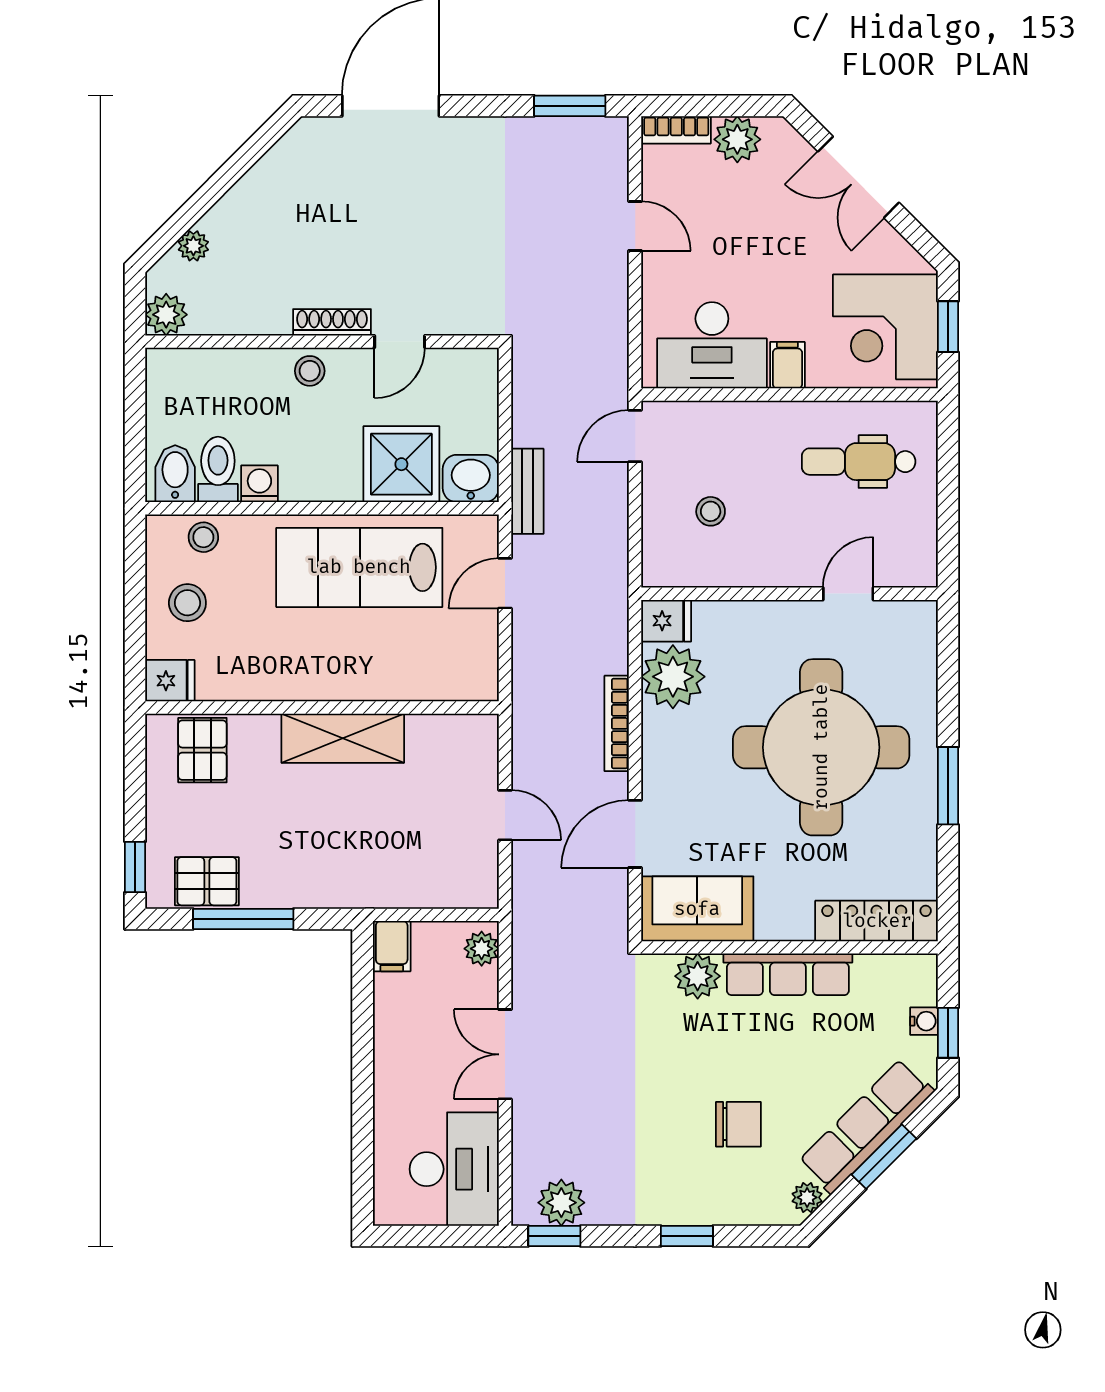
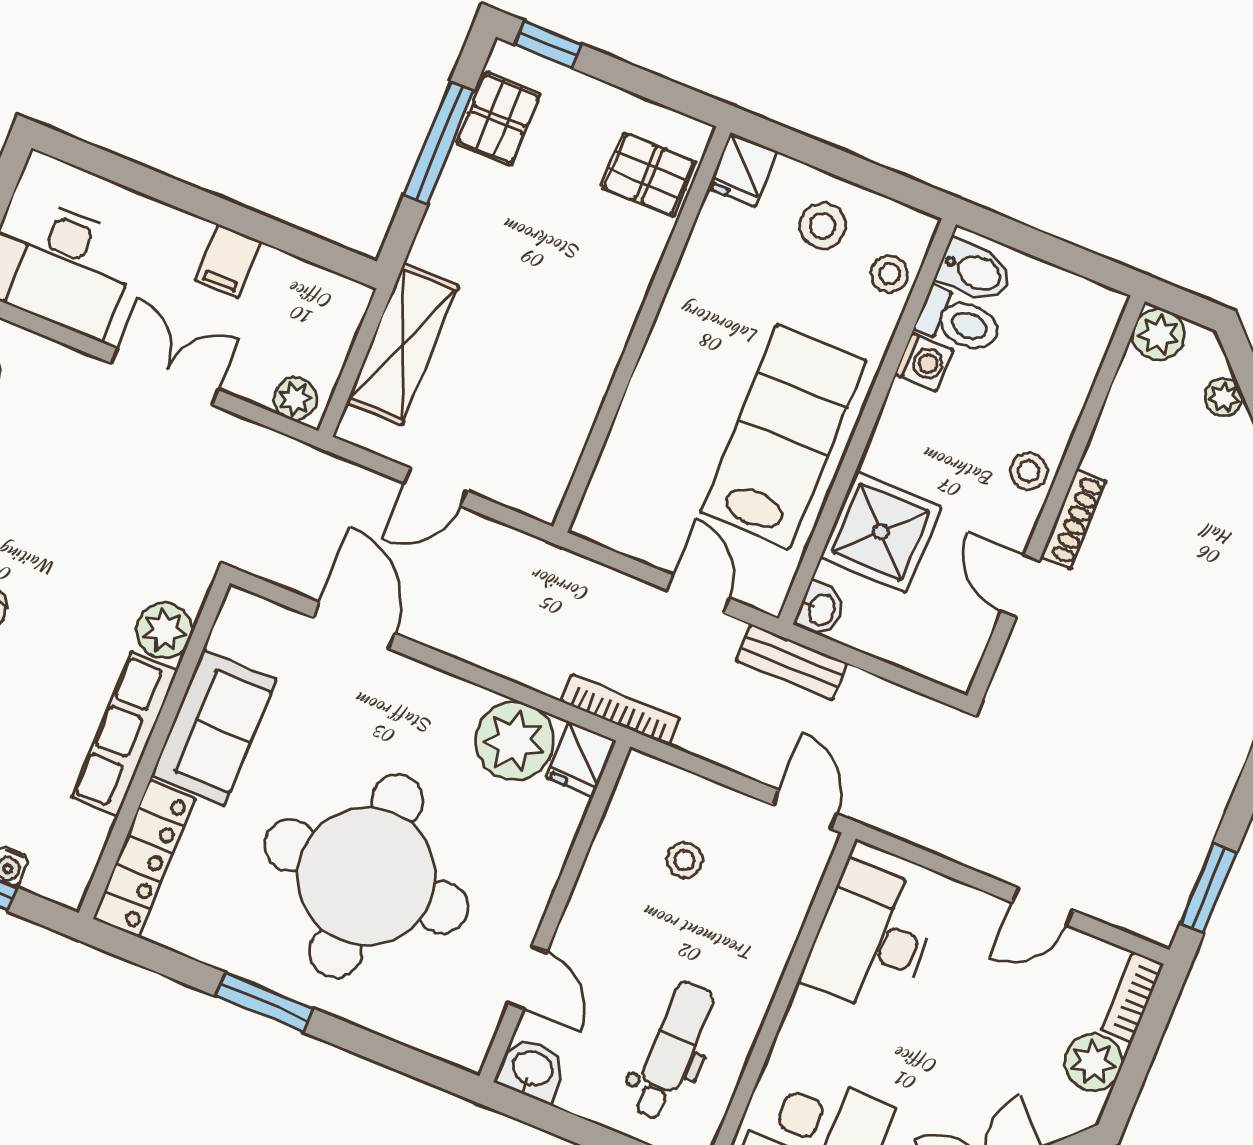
filing cabinet: (787, 365) -> (814, 1015), removed
washbasin: (471, 478) -> (821, 609), width x0.72, depth x0.69
washbasin: (916, 562) -> (532, 1069), added
bookcase: (617, 723) -> (620, 710), moved
shelving: (343, 738) -> (403, 344), moved
sofa: (697, 909) -> (214, 728), moved
filing cabinet: (392, 946) -> (228, 261), moved, turned -90

